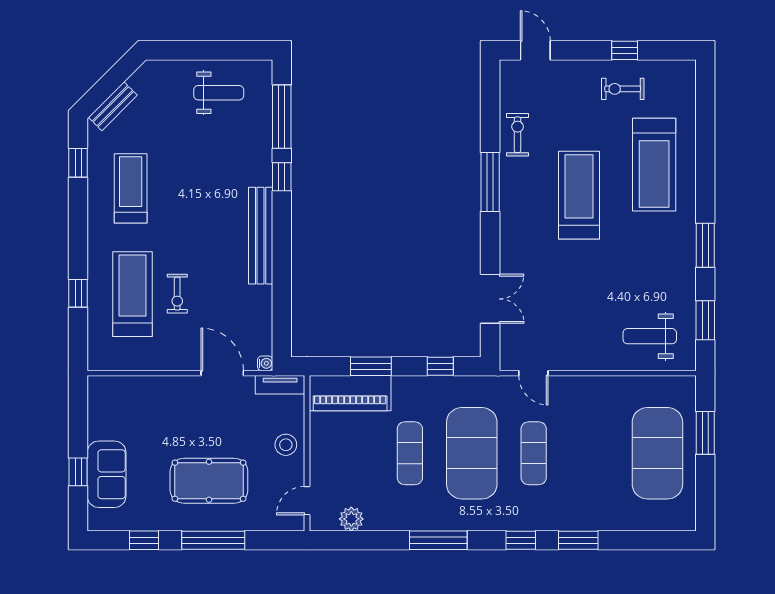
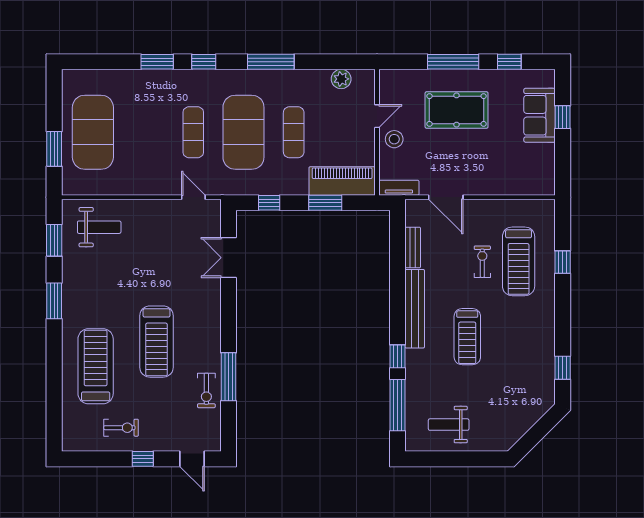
window: (625, 50) -> (143, 459), moved
bench: (113, 106) -> (413, 247), moved, turned -45
window: (490, 182) -> (229, 377), moved
treadmill: (131, 188) -> (467, 337), moved
water cooler: (265, 363) -> (411, 205), removed
door: (307, 501) -> (377, 116), moved

